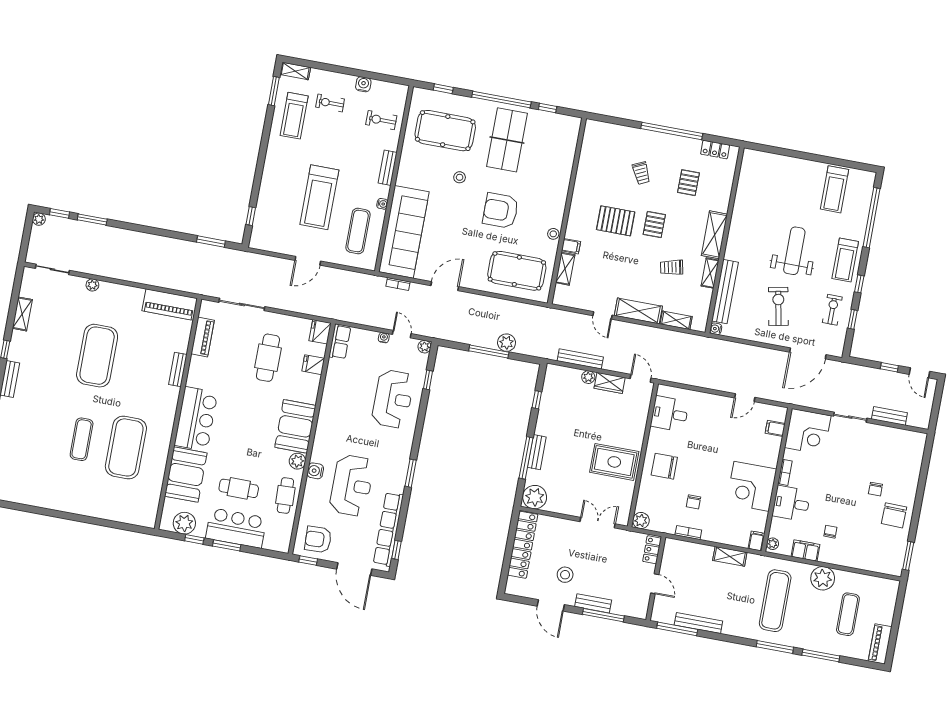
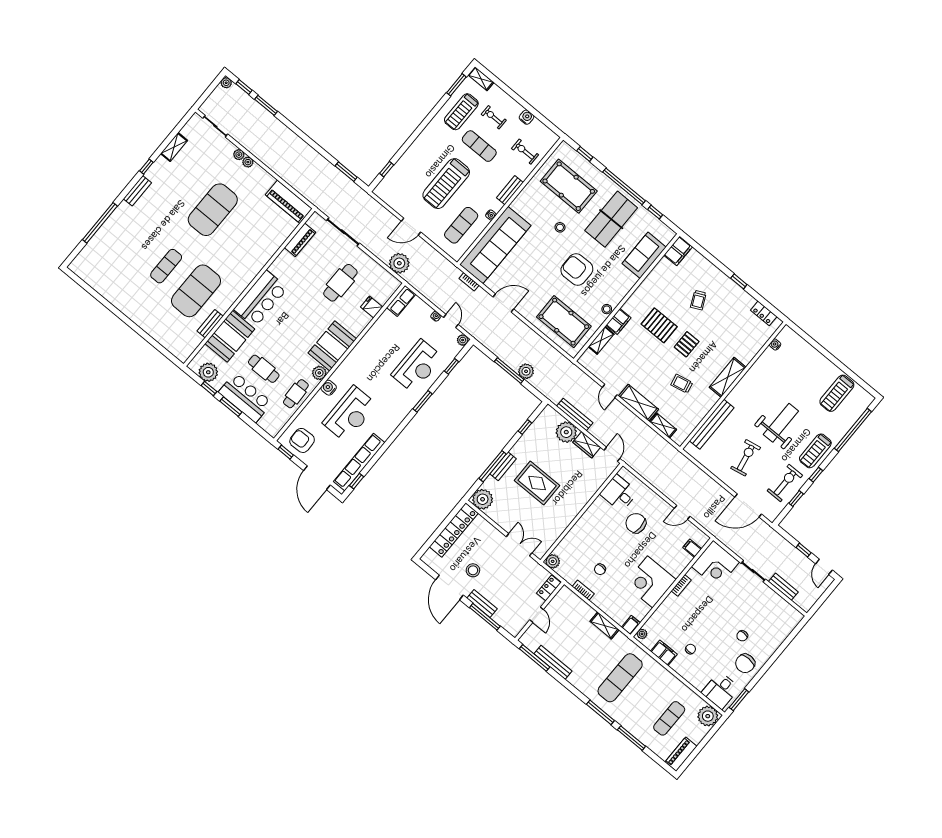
window: (672, 131) -> (739, 281), width x0.32
filing cabinet: (593, 134) -> (678, 251), added
exercise mat: (332, 140) -> (479, 146), added
sofa: (561, 158) -> (644, 255), added
pallet: (688, 183) -> (730, 327), removed
filing cabinet: (571, 246) -> (618, 321), width x2.00
shelving: (710, 273) -> (708, 404), removed
plant: (106, 287) -> (248, 162), added
plant: (317, 305) -> (399, 263), added
exercise bike: (832, 310) -> (785, 483), width x1.38, depth x1.39
water cooler: (716, 329) -> (775, 345), moved
fridge: (320, 332) -> (390, 285), removed
bench: (178, 369) -> (210, 324), moved
plant: (588, 377) -> (566, 432), width x1.87, depth x1.87
rug: (614, 462) -> (537, 483), moved
chair: (664, 466) -> (636, 523), moved
window: (411, 473) -> (422, 401), moved
desk: (791, 503) -> (720, 690), moved, turned -90
plant: (823, 578) -> (708, 716), moved
door: (551, 605) -> (449, 587), width x1.36

